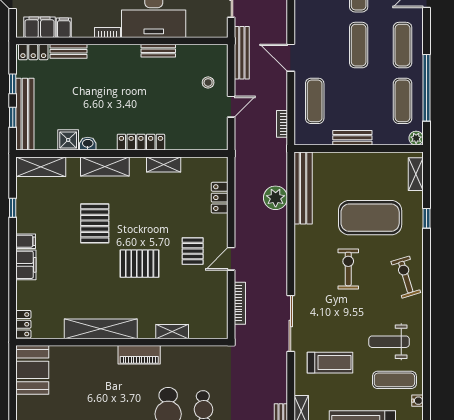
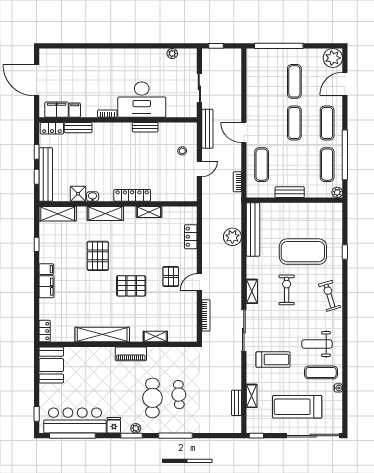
shelving: (416, 174) -> (252, 291), moved

